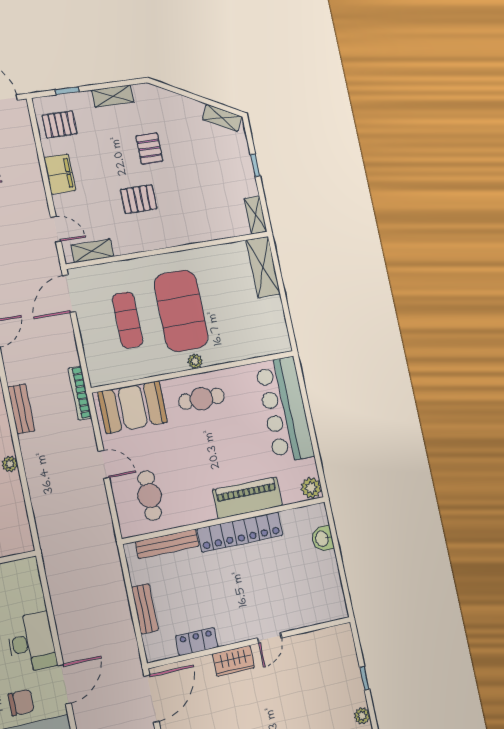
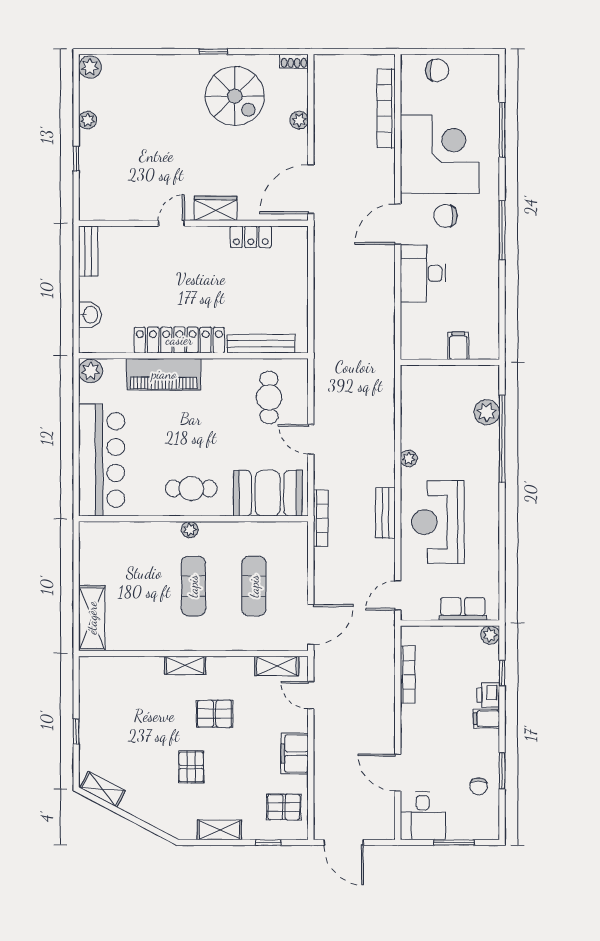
shelving: (255, 215) -> (185, 665), moved, turned 90
exercise mat: (181, 311) -> (193, 586), width x0.50, depth x0.69
bench: (145, 609) -> (88, 251), moved

